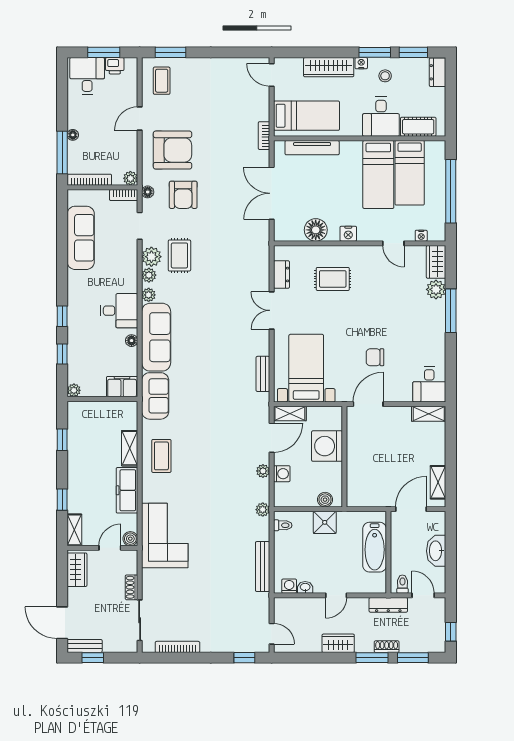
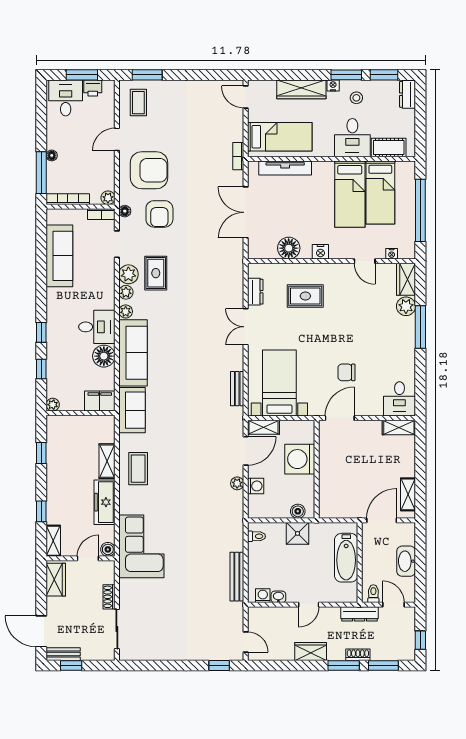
floor lamp: (132, 341) -> (104, 356), width x1.89, depth x1.89
plant: (263, 510) -> (237, 521), removed
bookcase: (177, 647) -> (154, 655), removed

